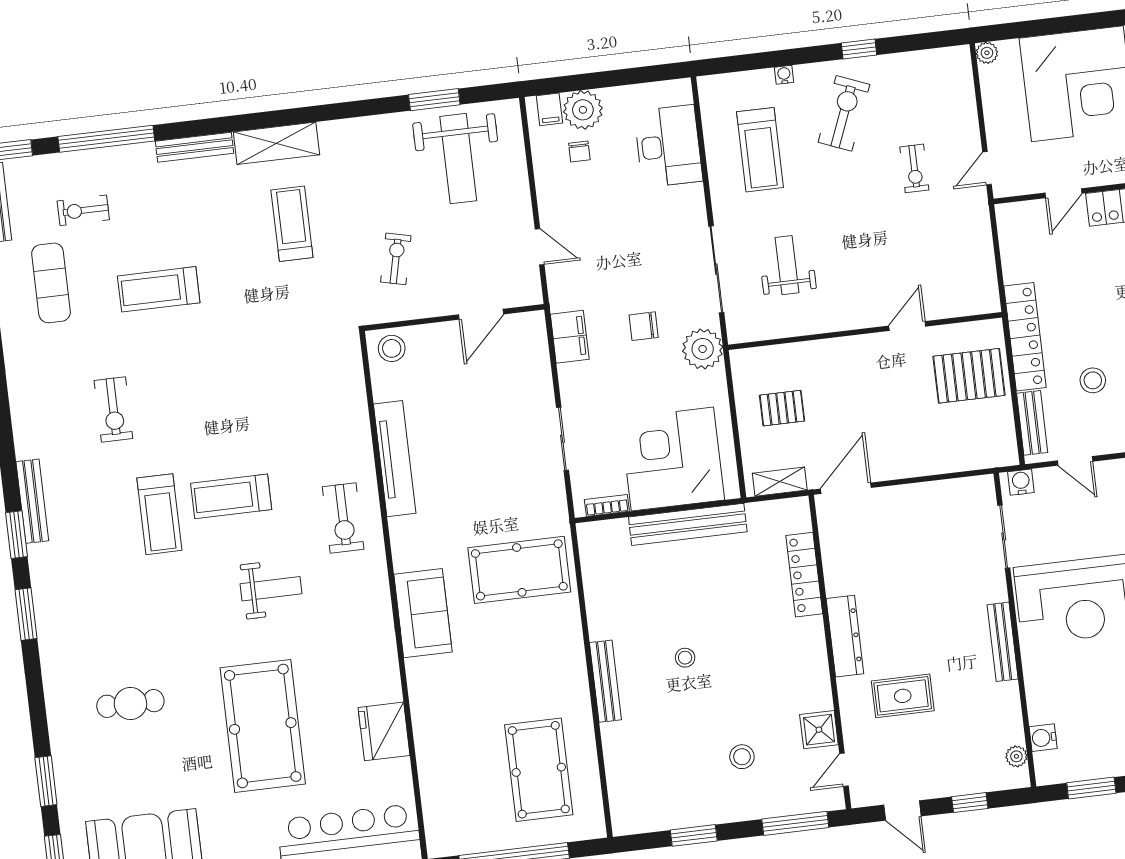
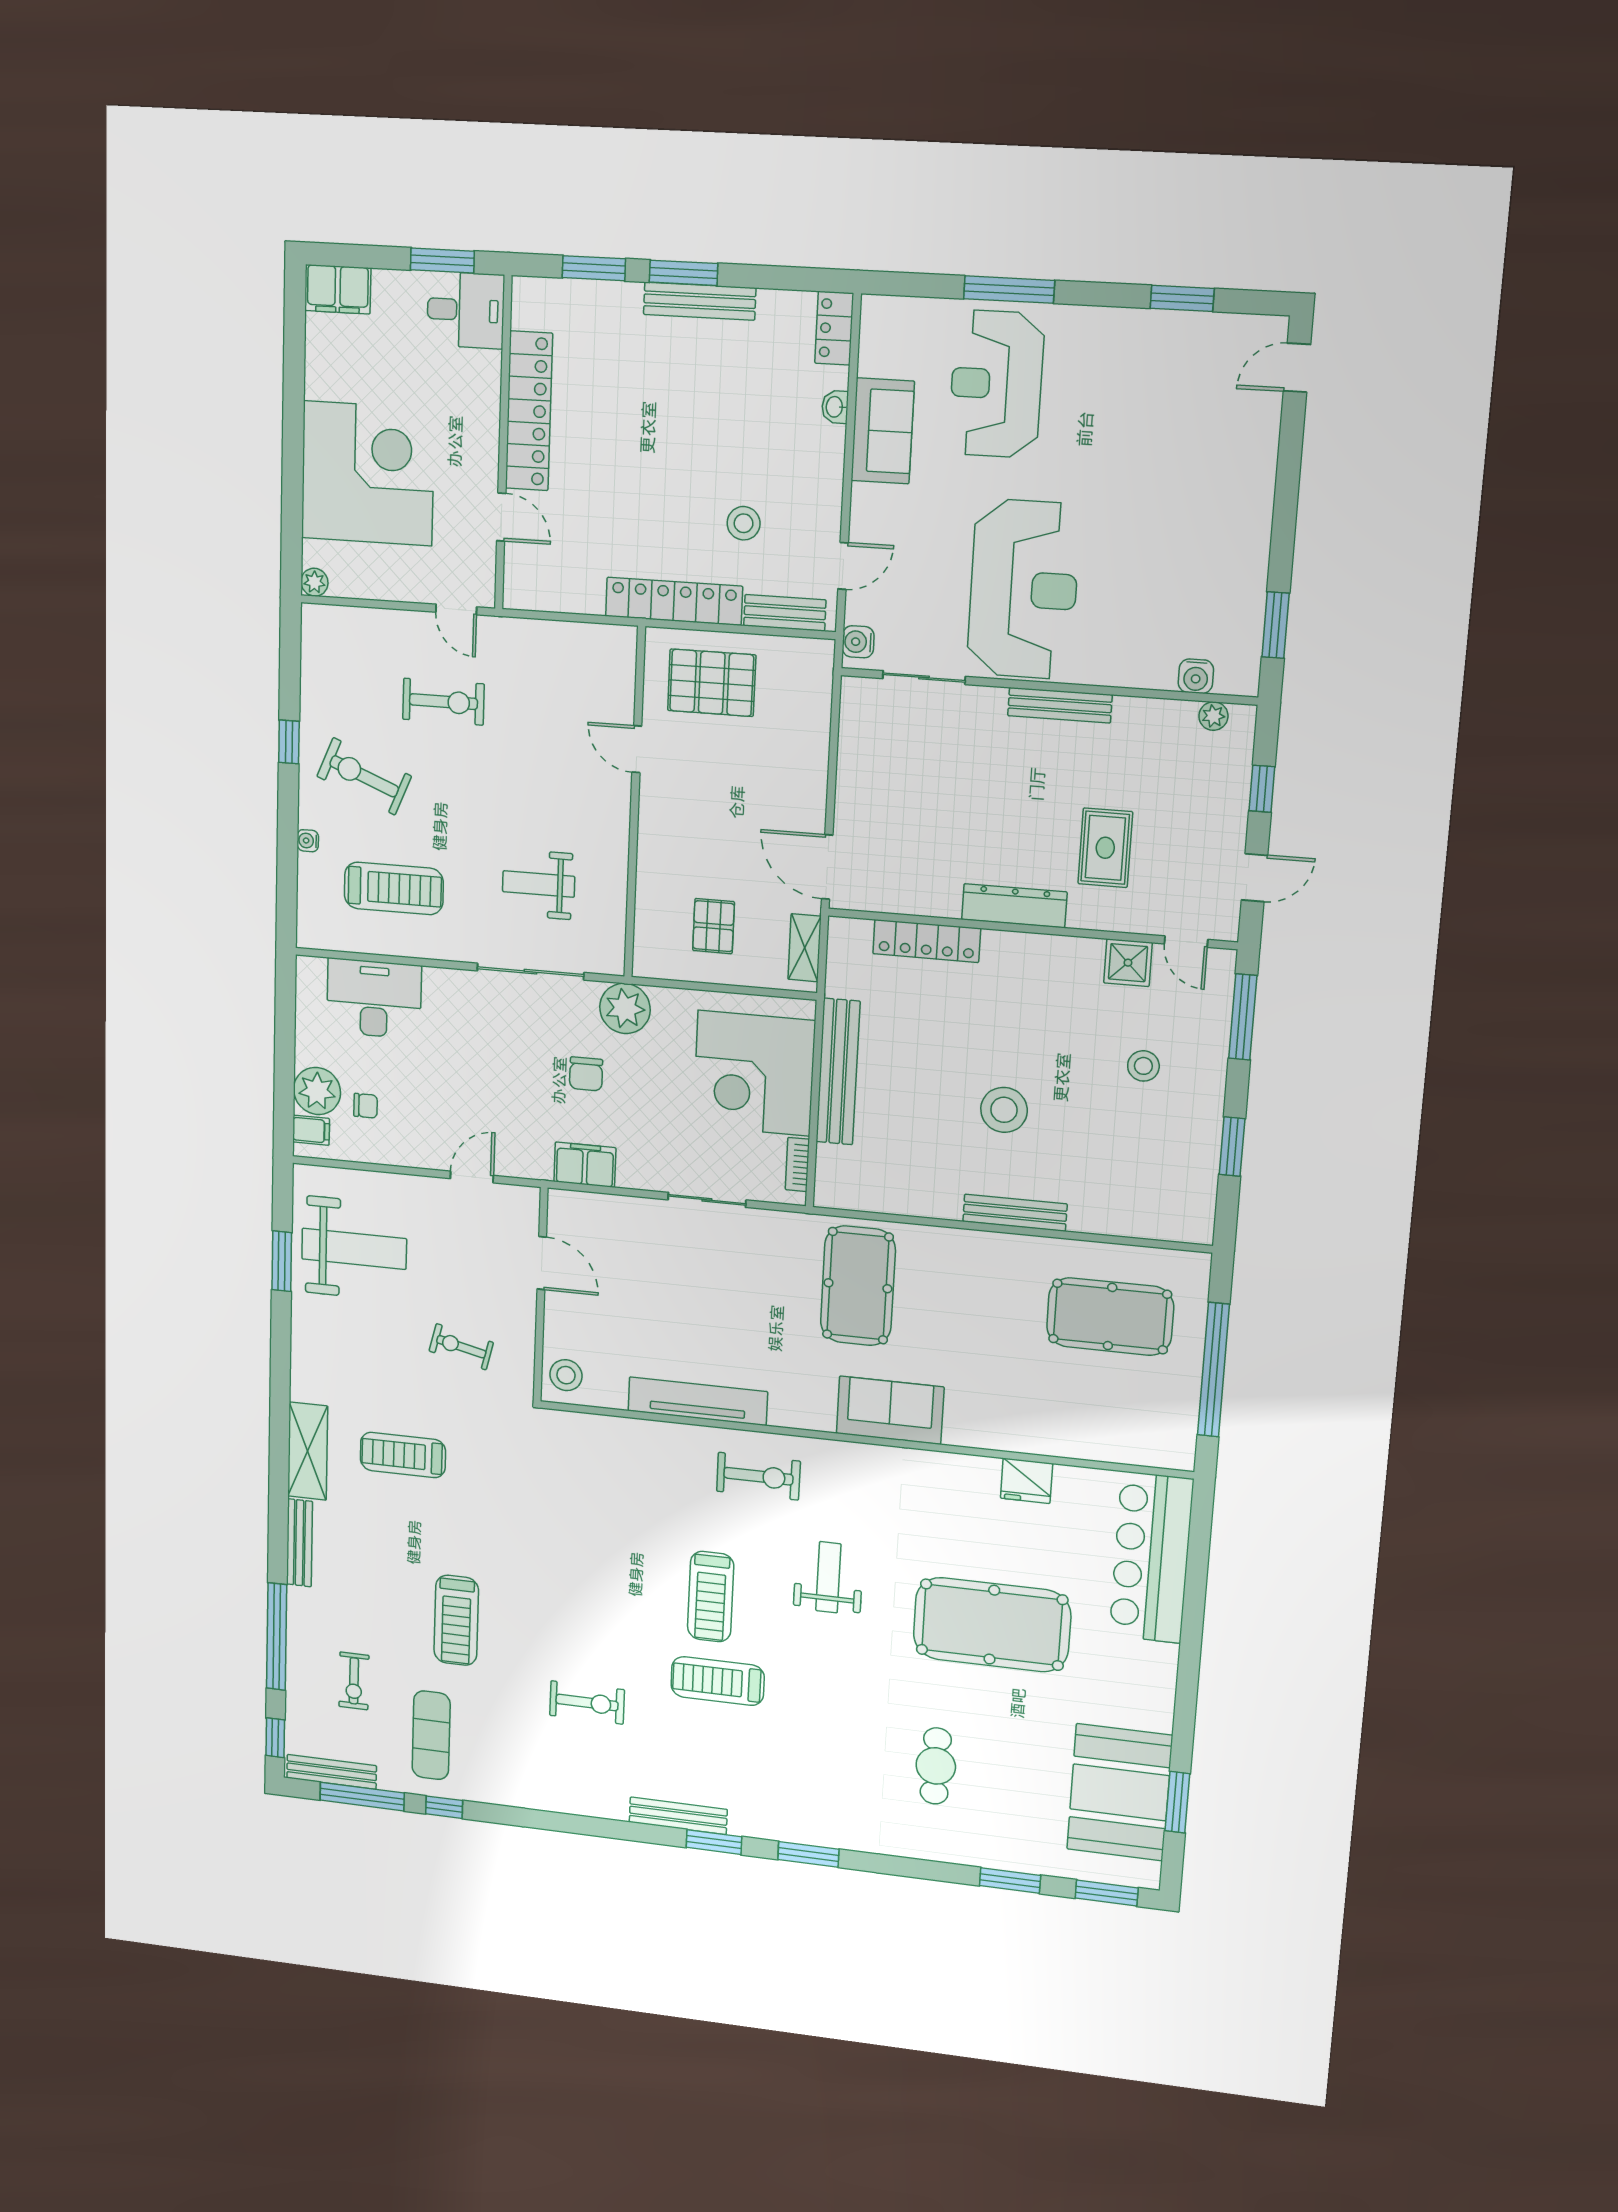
exercise bike: (914, 168) -> (443, 702), width x1.38, depth x1.39
exercise mat: (51, 283) -> (431, 1735), turned 90
pallet: (969, 376) -> (712, 683), turned 90
treadmill: (159, 514) -> (718, 1681), turned 180
stool: (685, 658) -> (1004, 1110), width x1.89, depth x1.89
fridge: (384, 731) -> (1027, 1481), width x0.73, depth x0.75

